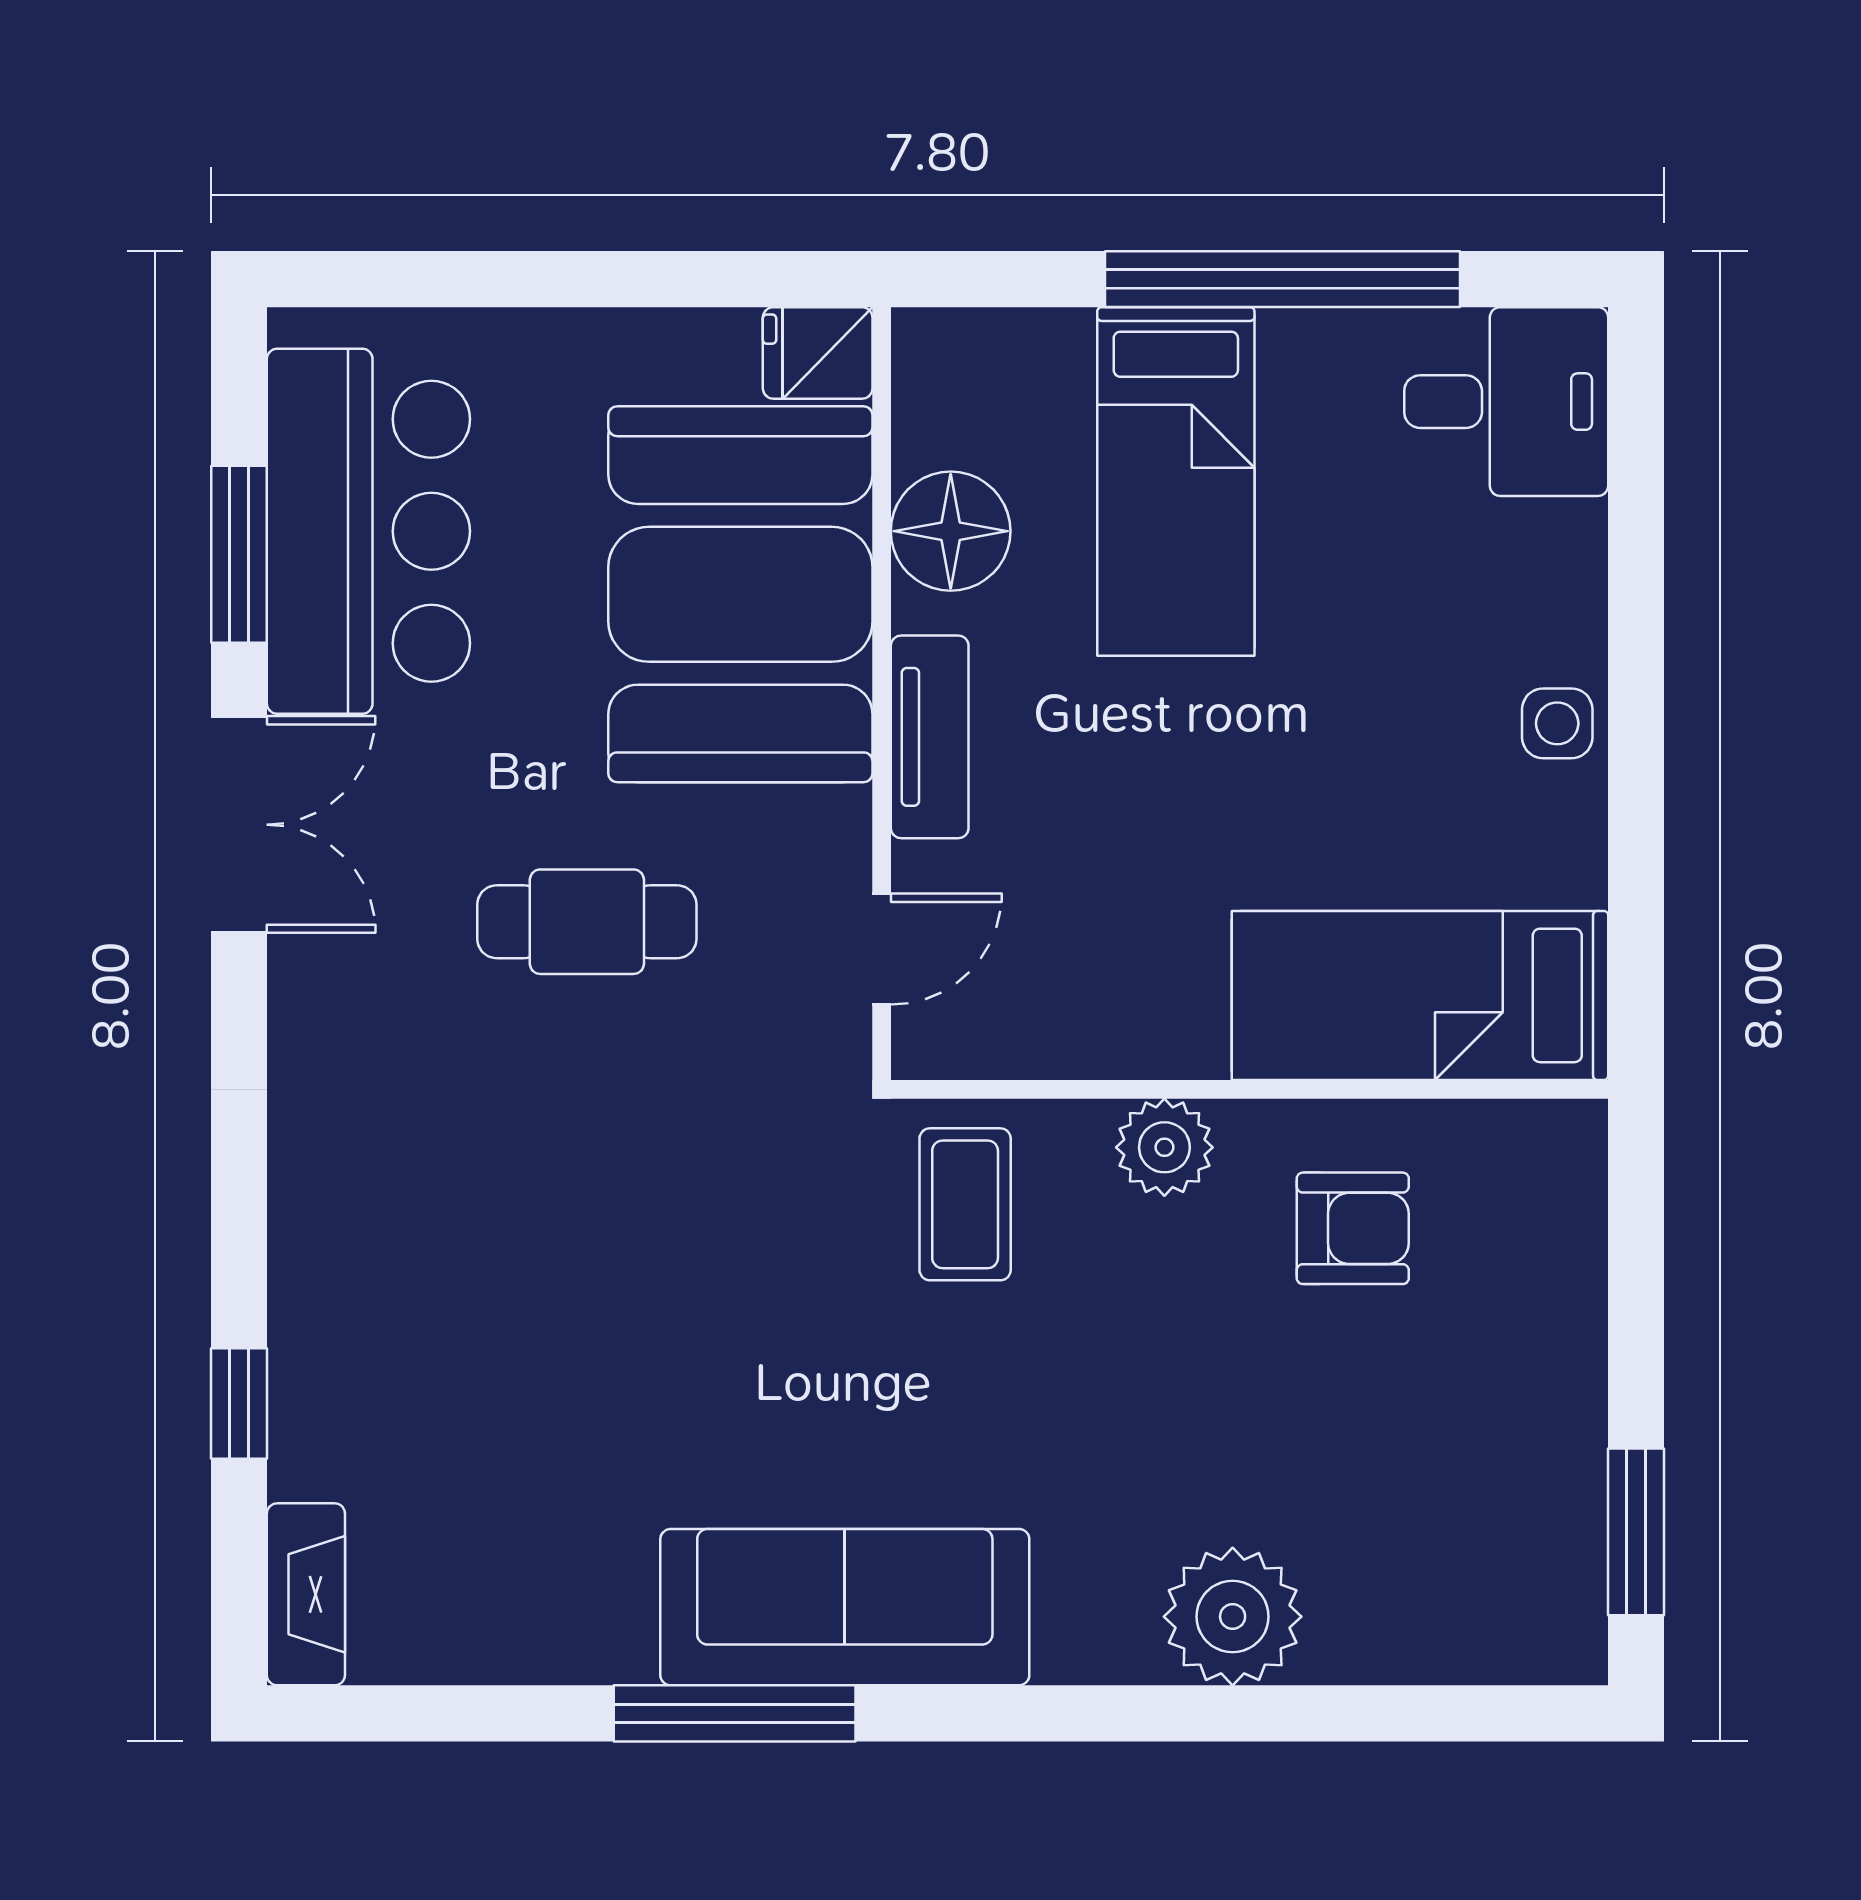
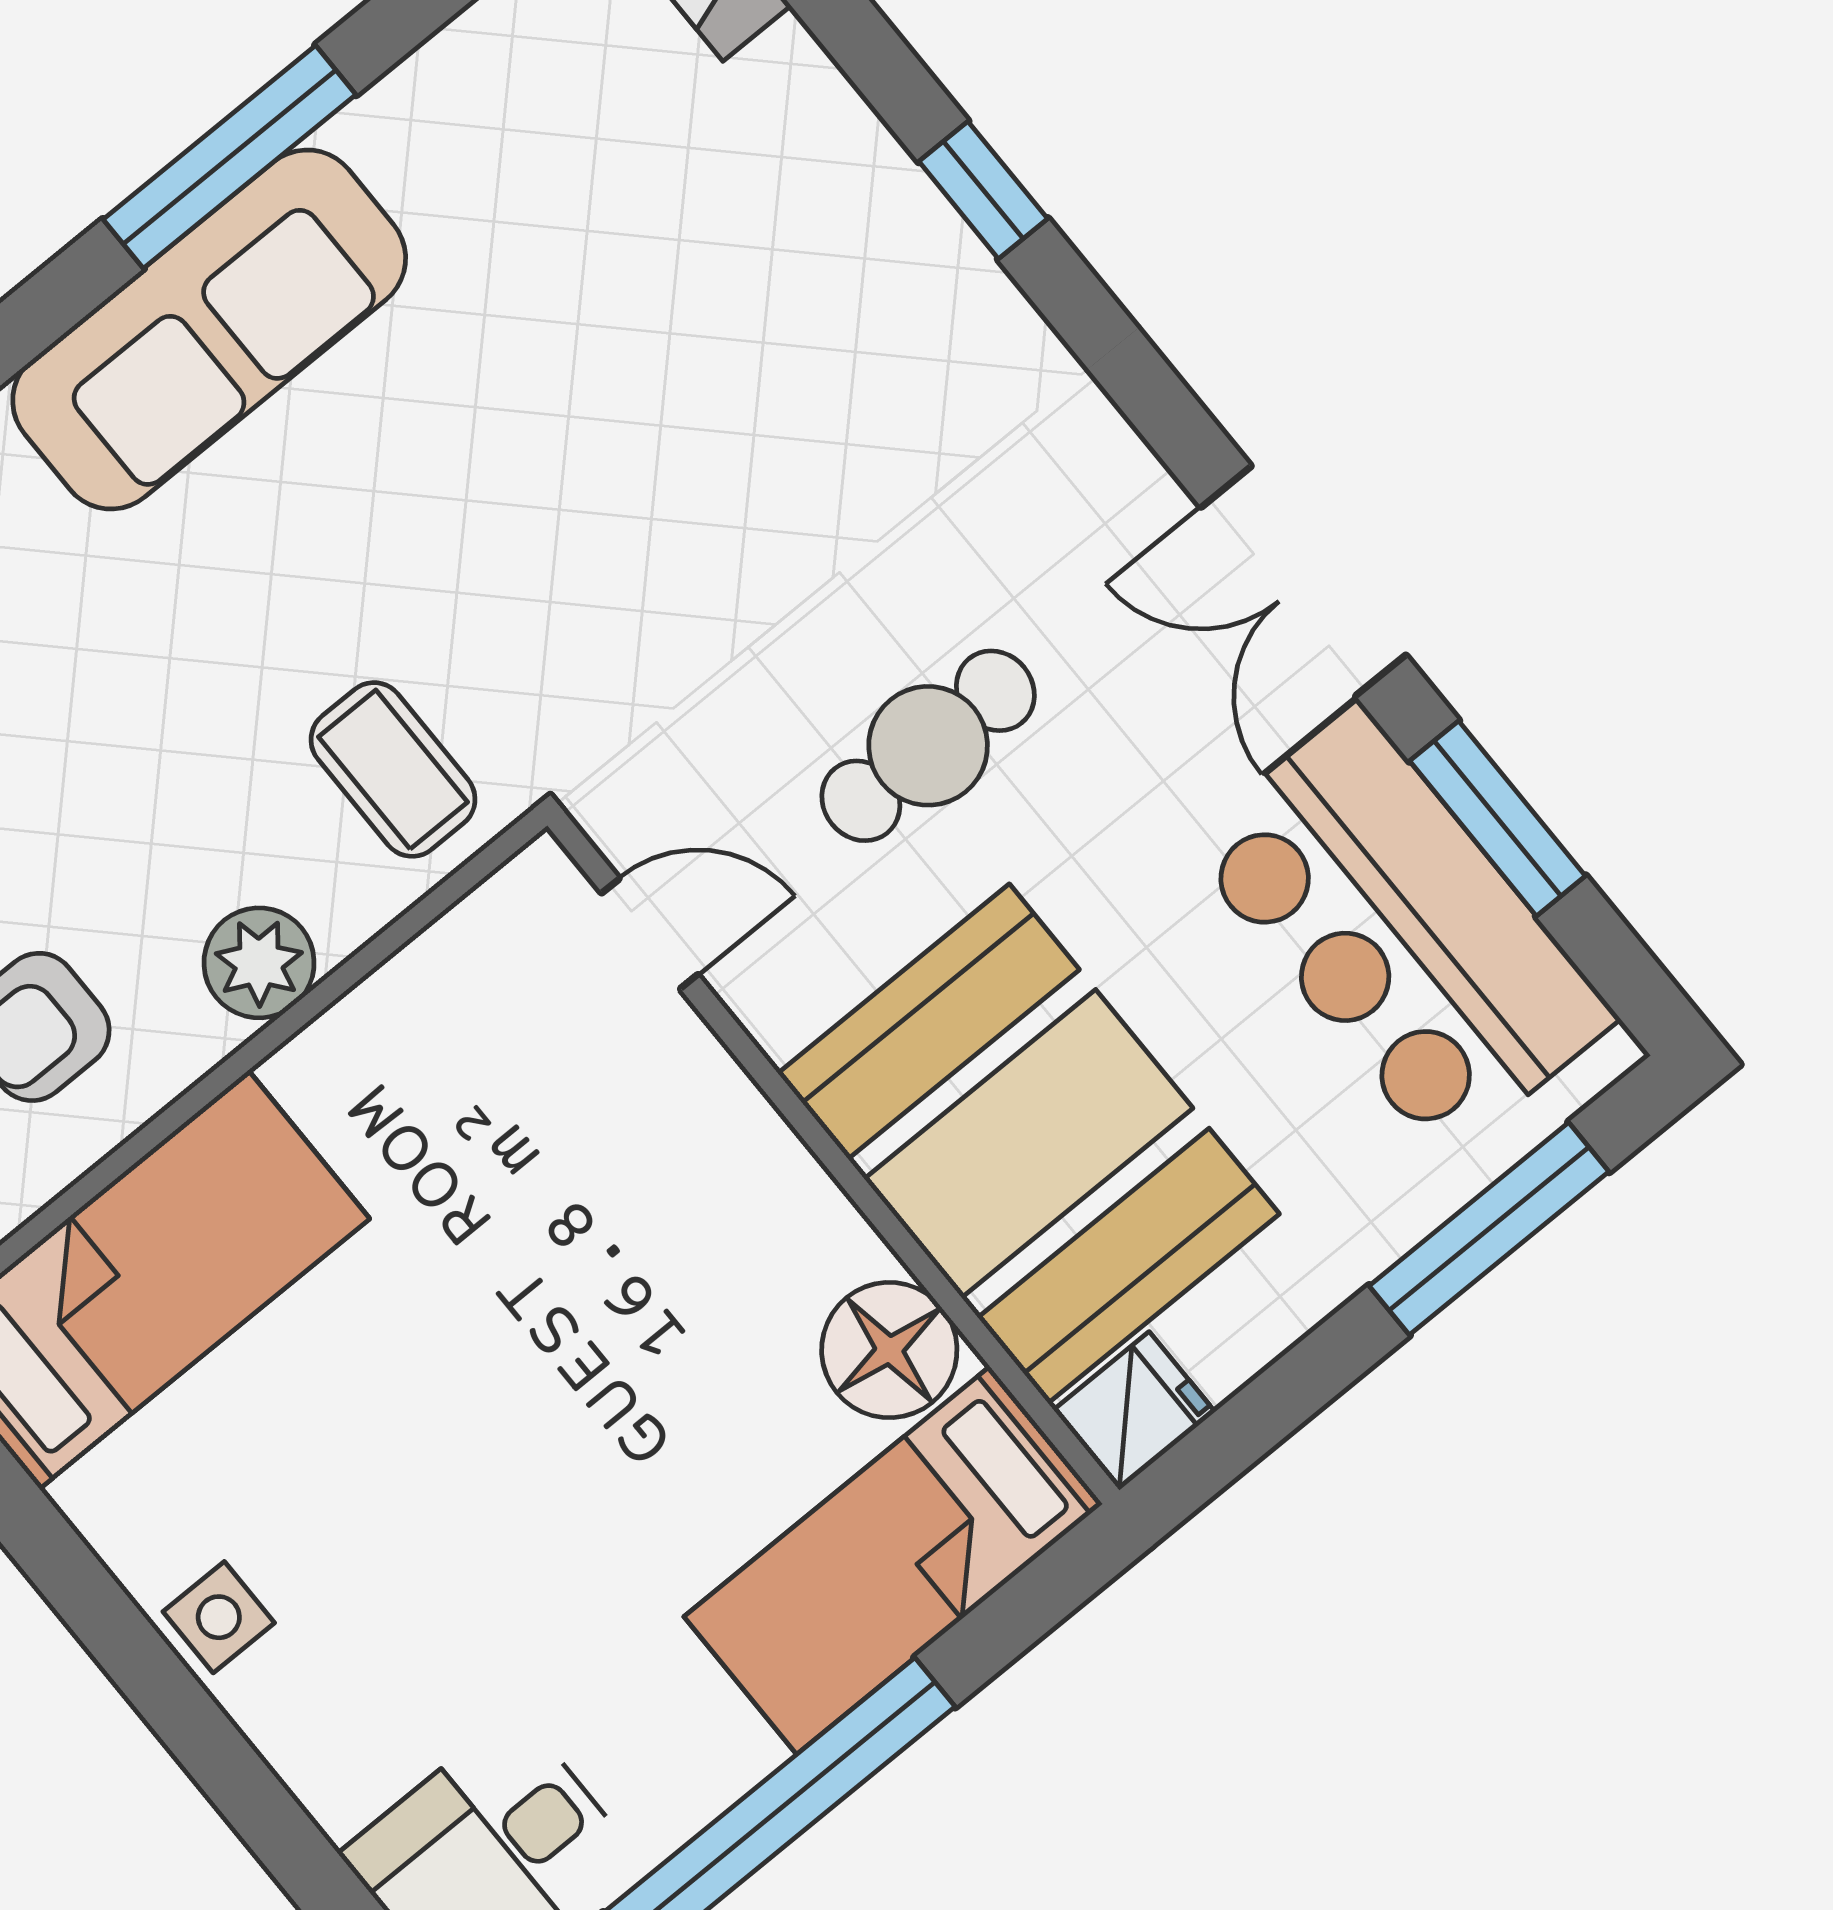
window: (474, 279) -> (1489, 1229), added
bed: (1176, 481) -> (893, 1560), moved, turned -90
tv unit: (930, 737) -> (760, 1154), removed
door: (882, 949) -> (650, 934), swing flipped
window: (239, 1404) -> (983, 190), moved

